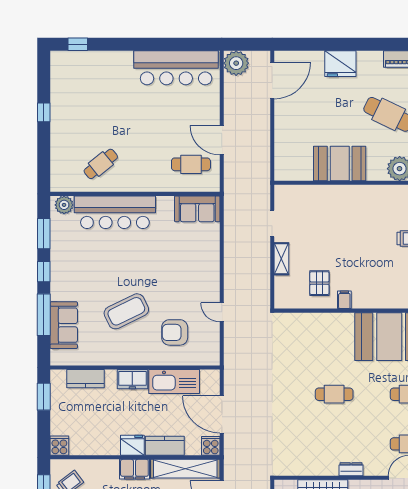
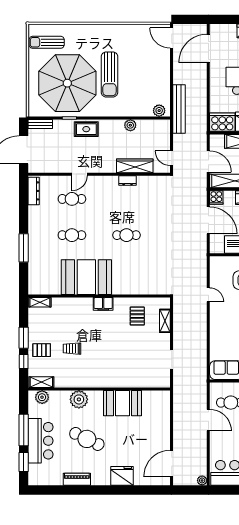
plant: (236, 63) -> (202, 480), width x0.53, depth x0.53
shelving: (281, 259) -> (165, 321), moved
filing cabinet: (344, 300) -> (103, 304), moved, width x2.00
dresser: (351, 469) -> (128, 180), moved

